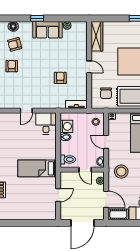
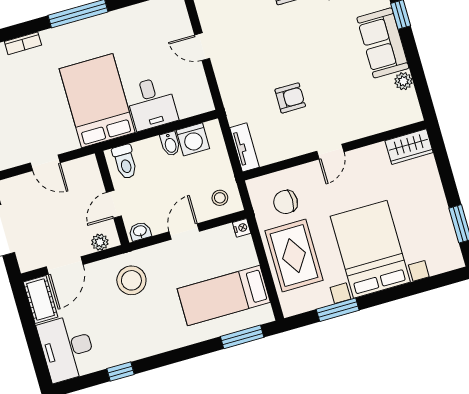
wardrobe: (97, 36) -> (409, 147), width x0.67
desk: (46, 123) -> (151, 103), moved, turned 90
bed: (37, 168) -> (97, 101), width x1.50

